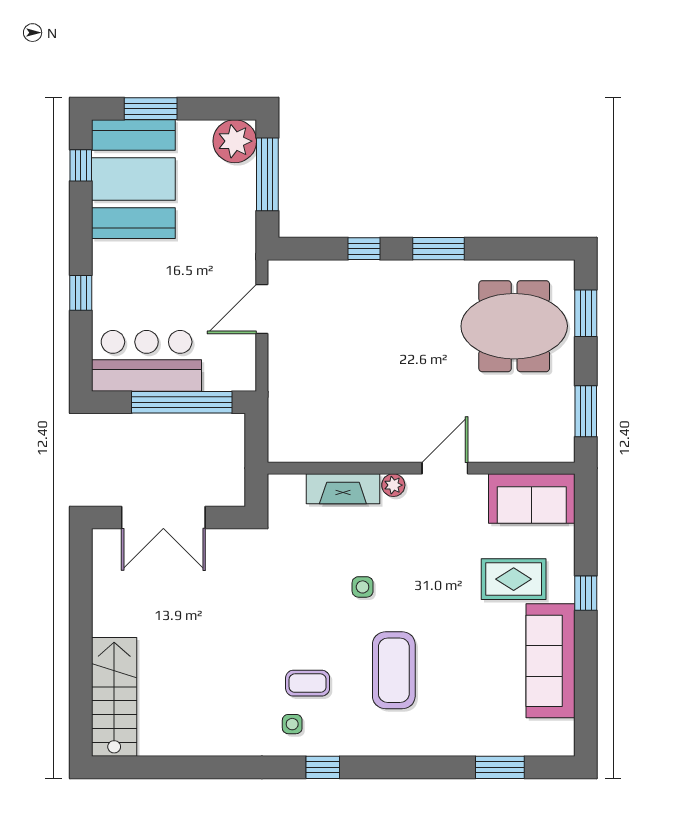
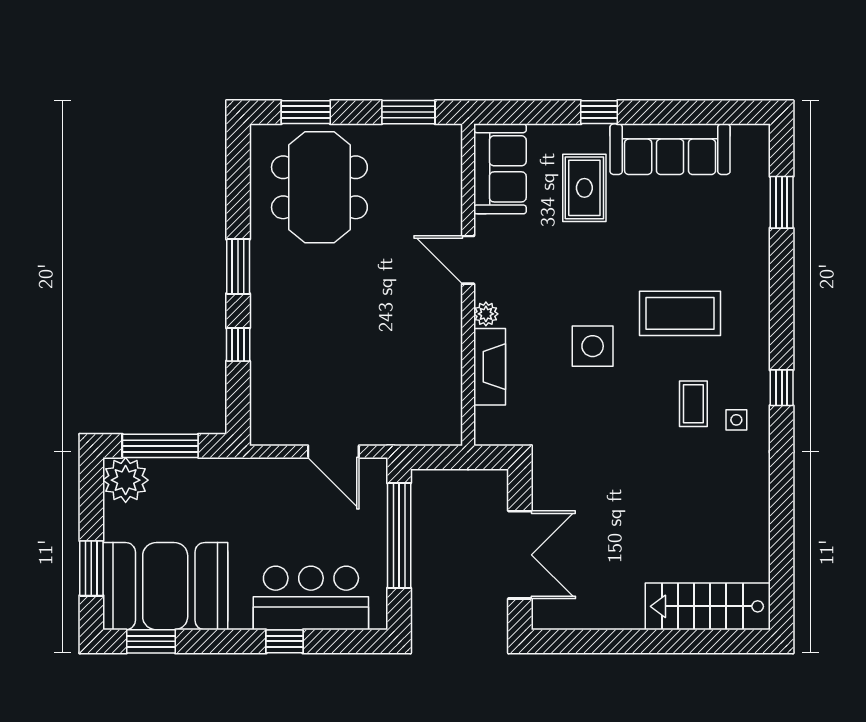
window: (81, 165) -> (151, 641), width x1.50
door: (262, 309) -> (333, 452), moved
bar counter: (147, 361) -> (311, 598), moved, turned 90
side table: (363, 587) -> (593, 346), width x1.87, depth x1.87

